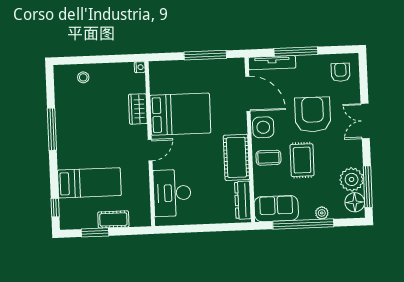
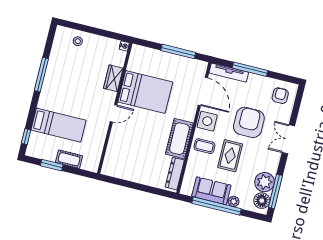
desk: (172, 193) -> (121, 152), removed
sofa: (276, 209) -> (211, 191), moved

